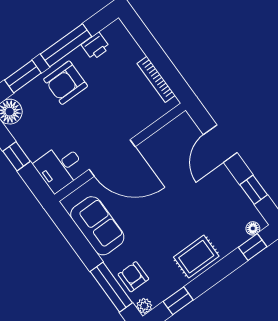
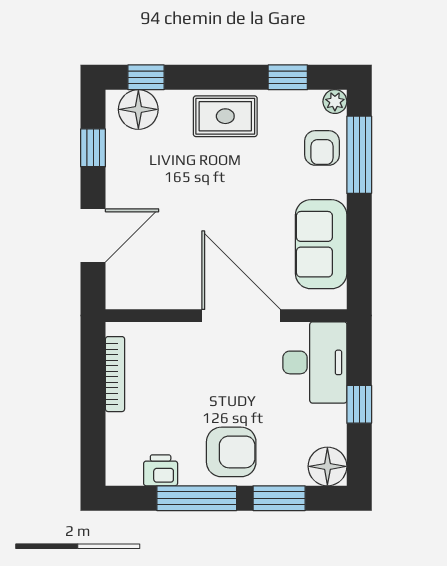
desk: (60, 167) -> (315, 362), width x1.37
floor lamp: (253, 228) -> (138, 109), width x1.89, depth x1.89

